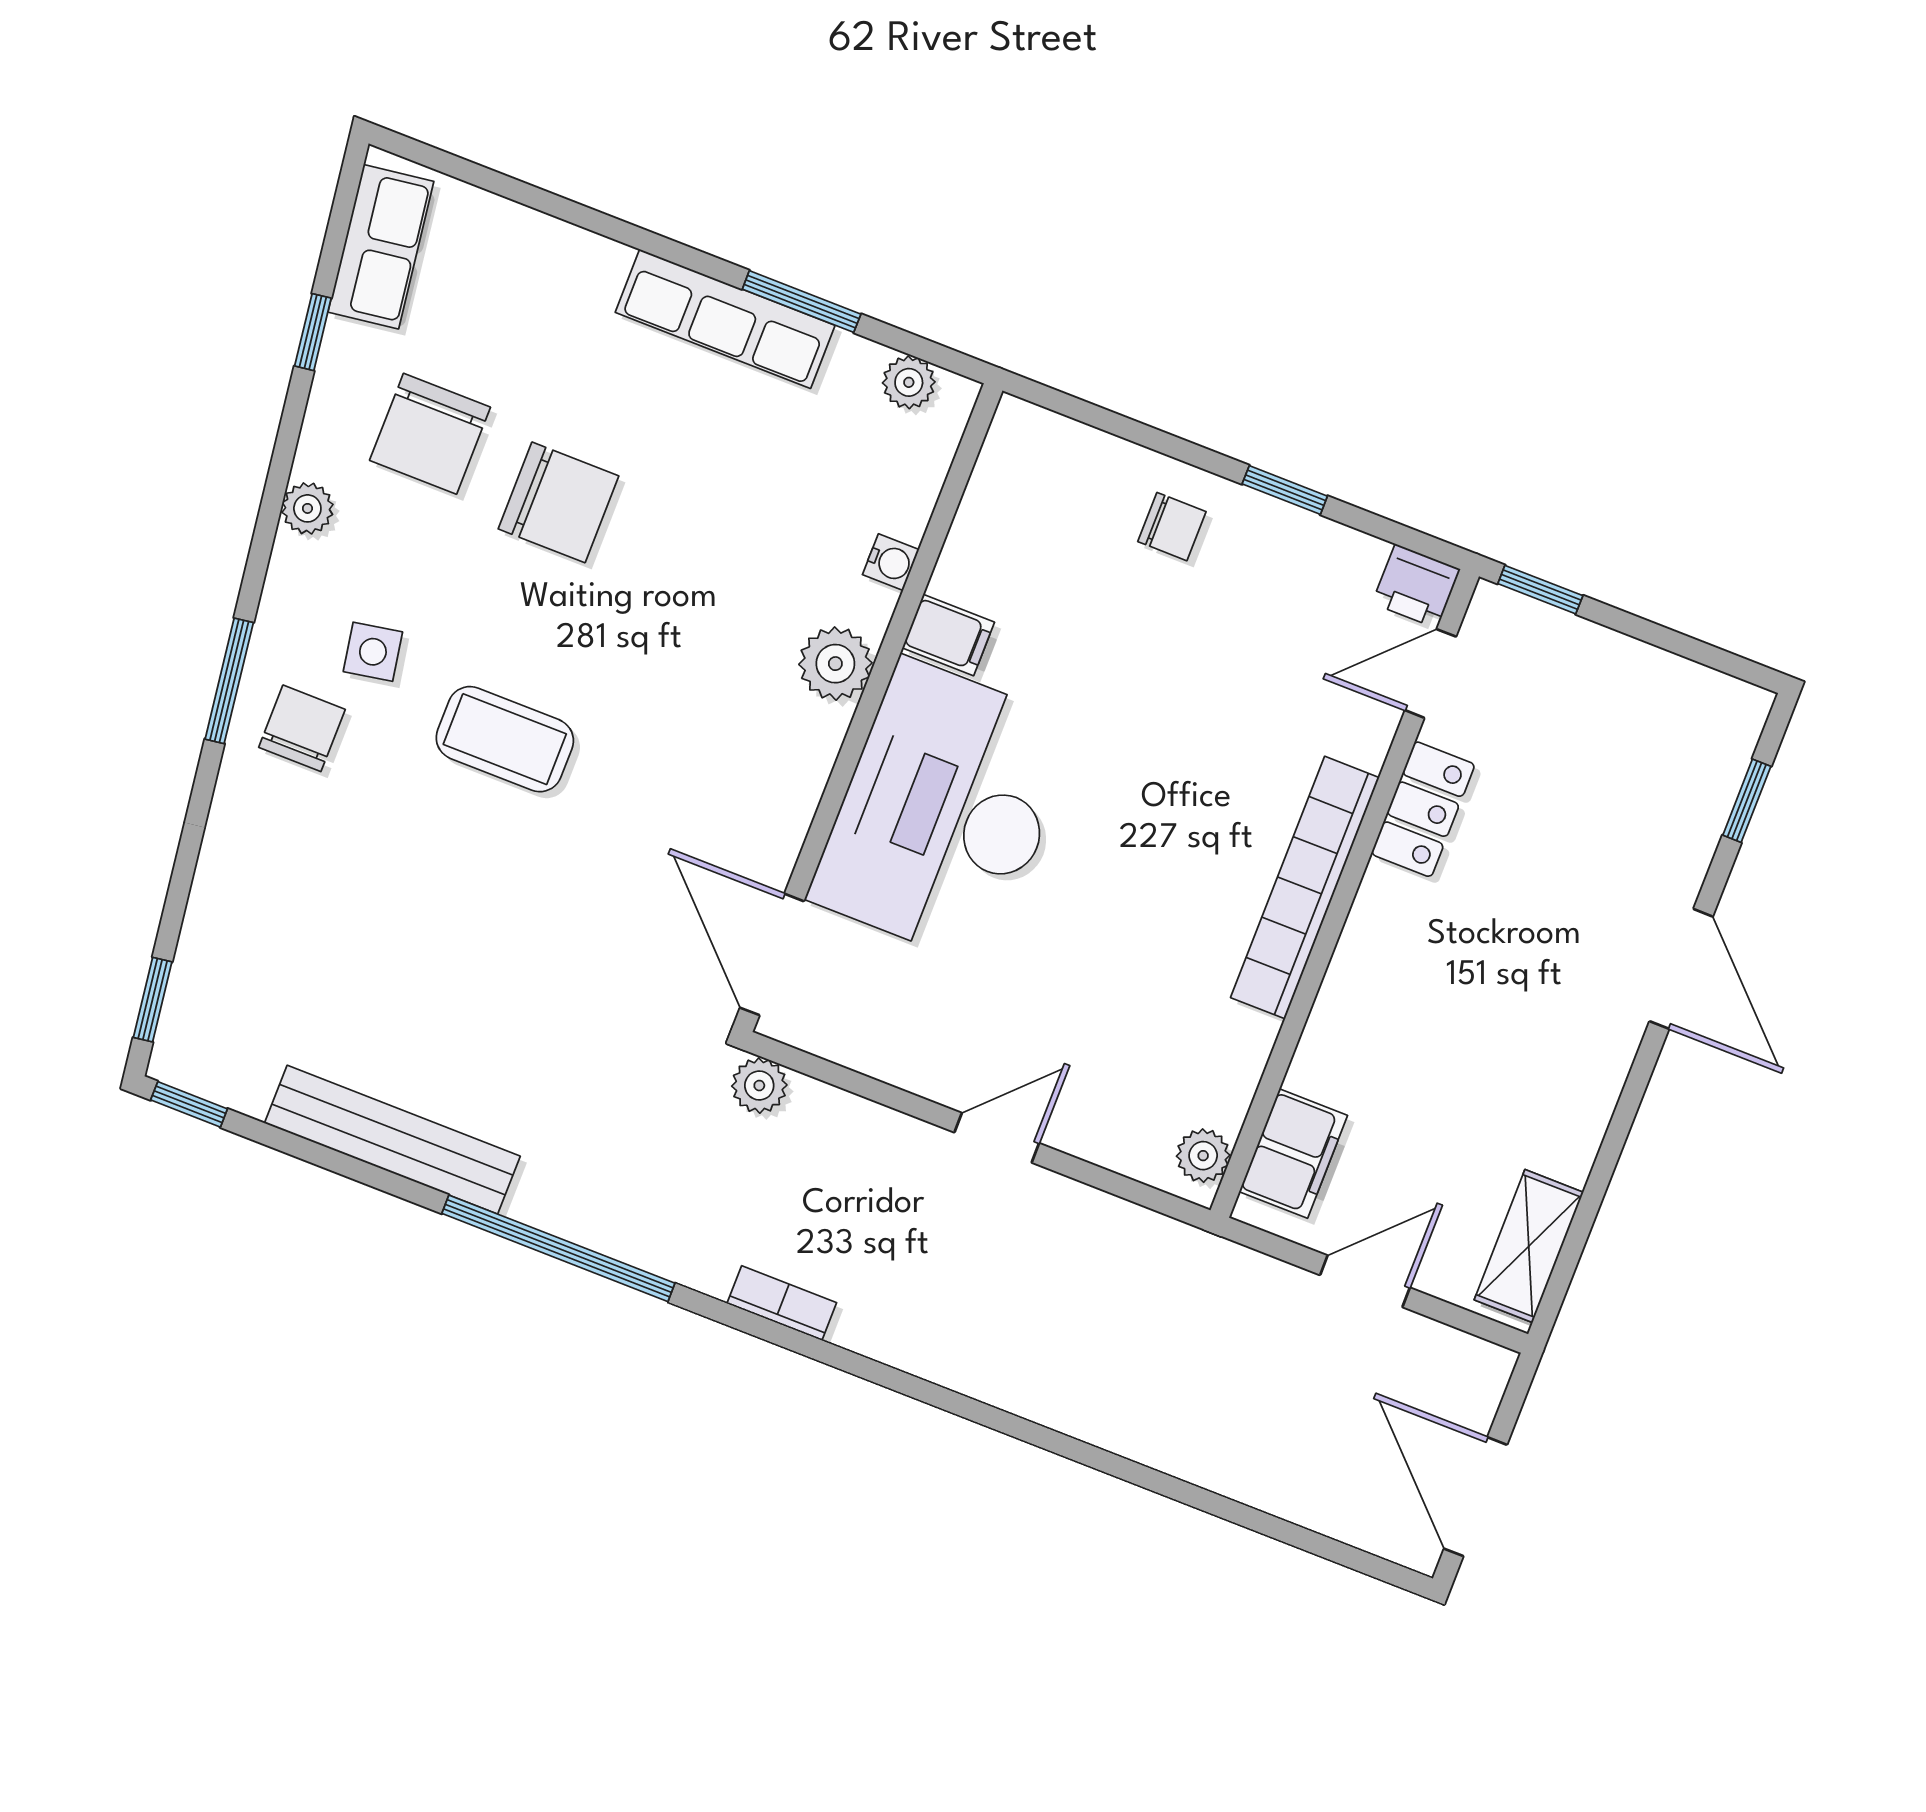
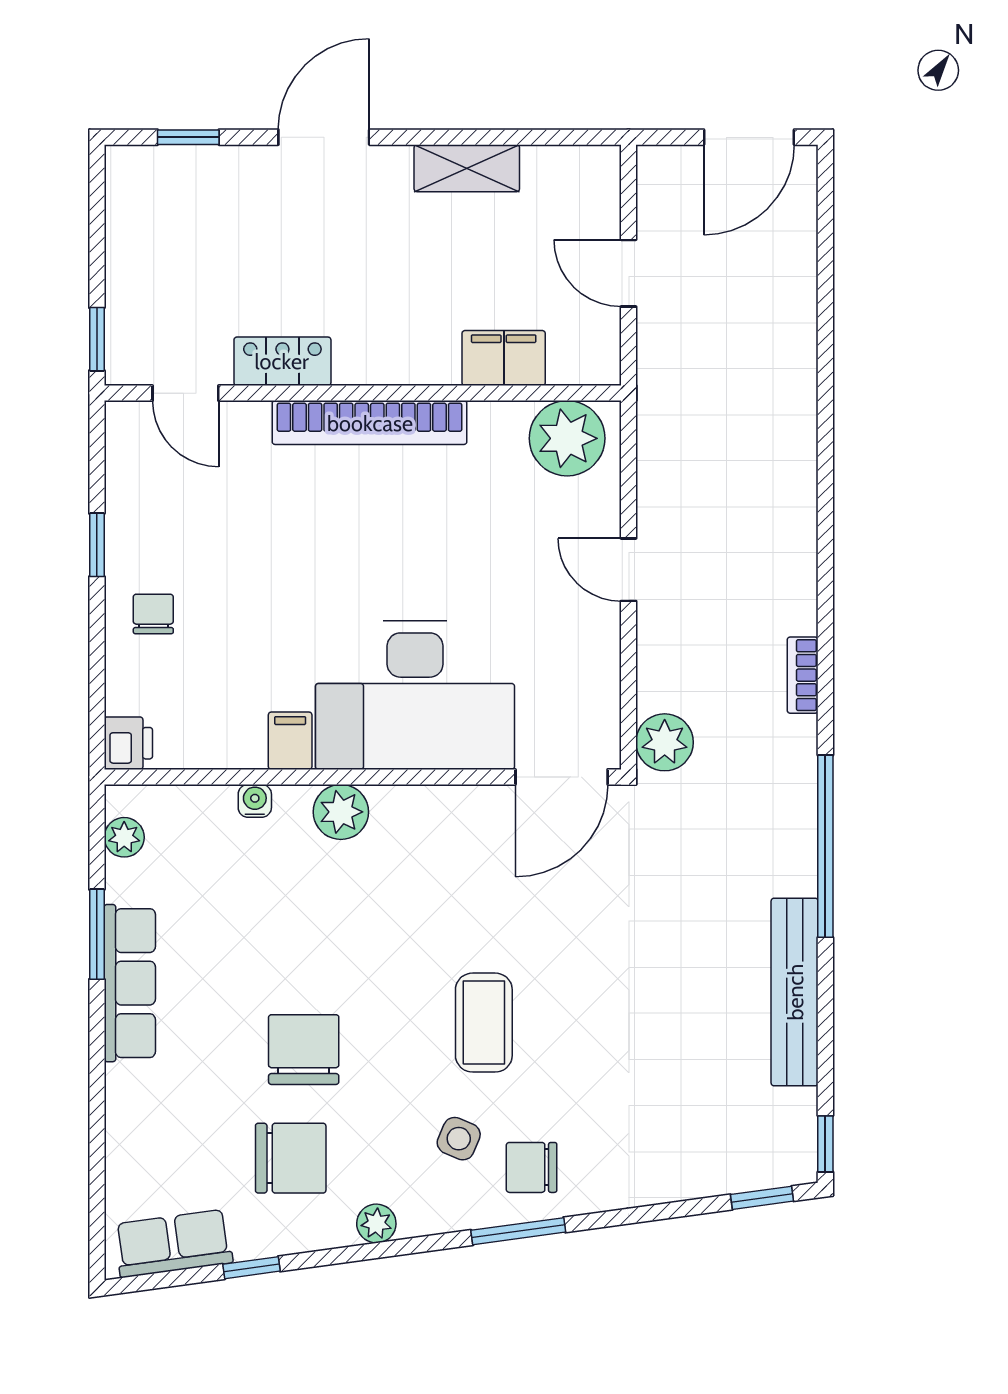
printer: (1416, 586) -> (128, 743), moved
side table: (373, 652) -> (459, 1139), turned 33
plant: (759, 1086) -> (665, 742), width x1.38, depth x1.38
filing cabinet: (1293, 1154) -> (504, 358), moved
plant: (1203, 1156) -> (567, 438), width x1.88, depth x1.88
shelving: (1529, 1246) -> (467, 168), moved

